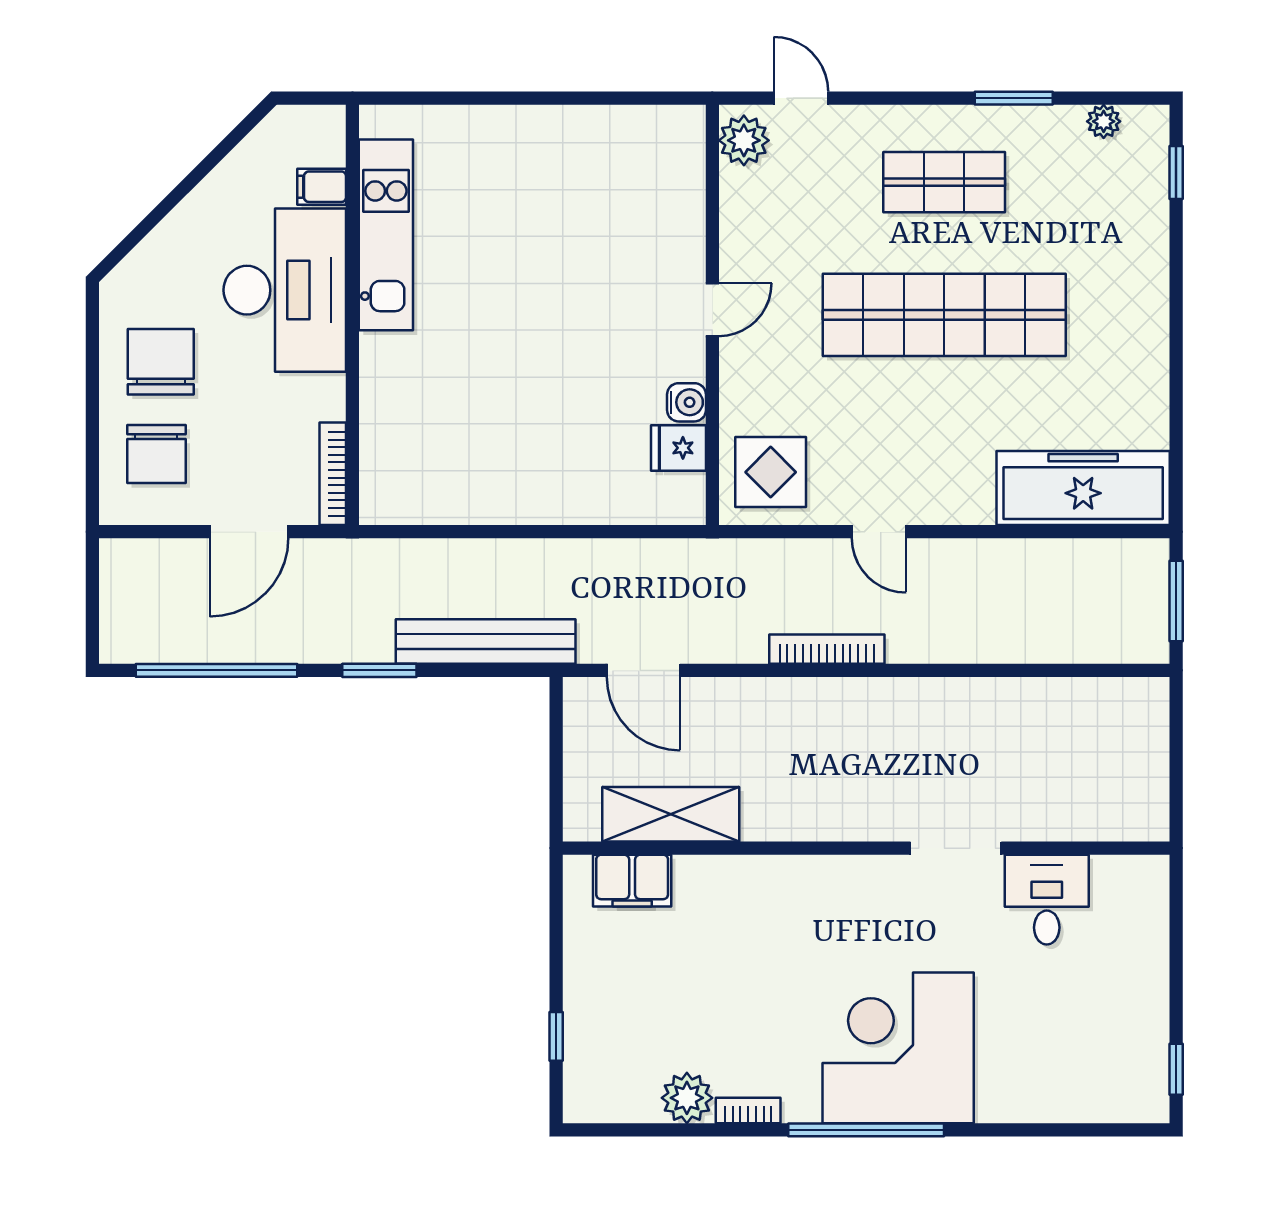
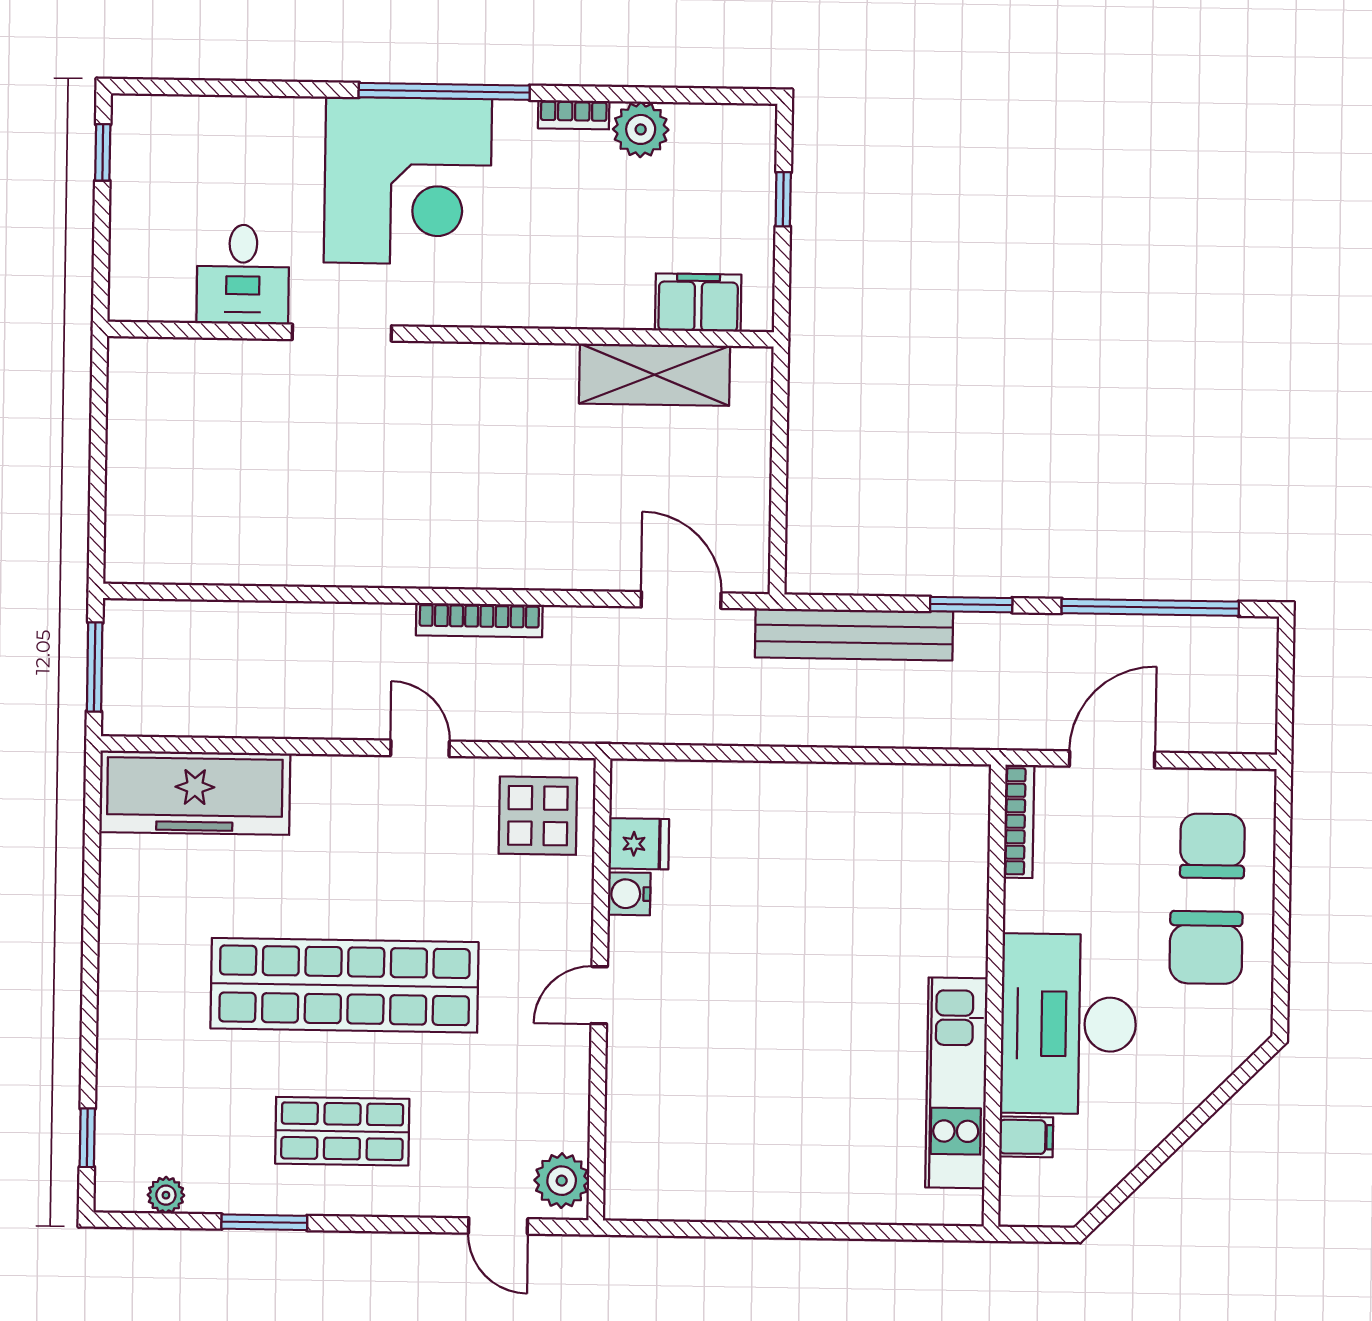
shelving: (671, 814) -> (654, 375), moved
wall: (866, 848) -> (440, 334), moved
doorway: (956, 848) -> (342, 333), moved
filing cabinet: (632, 881) -> (698, 303), moved
desk: (1047, 900) -> (243, 274), moved

